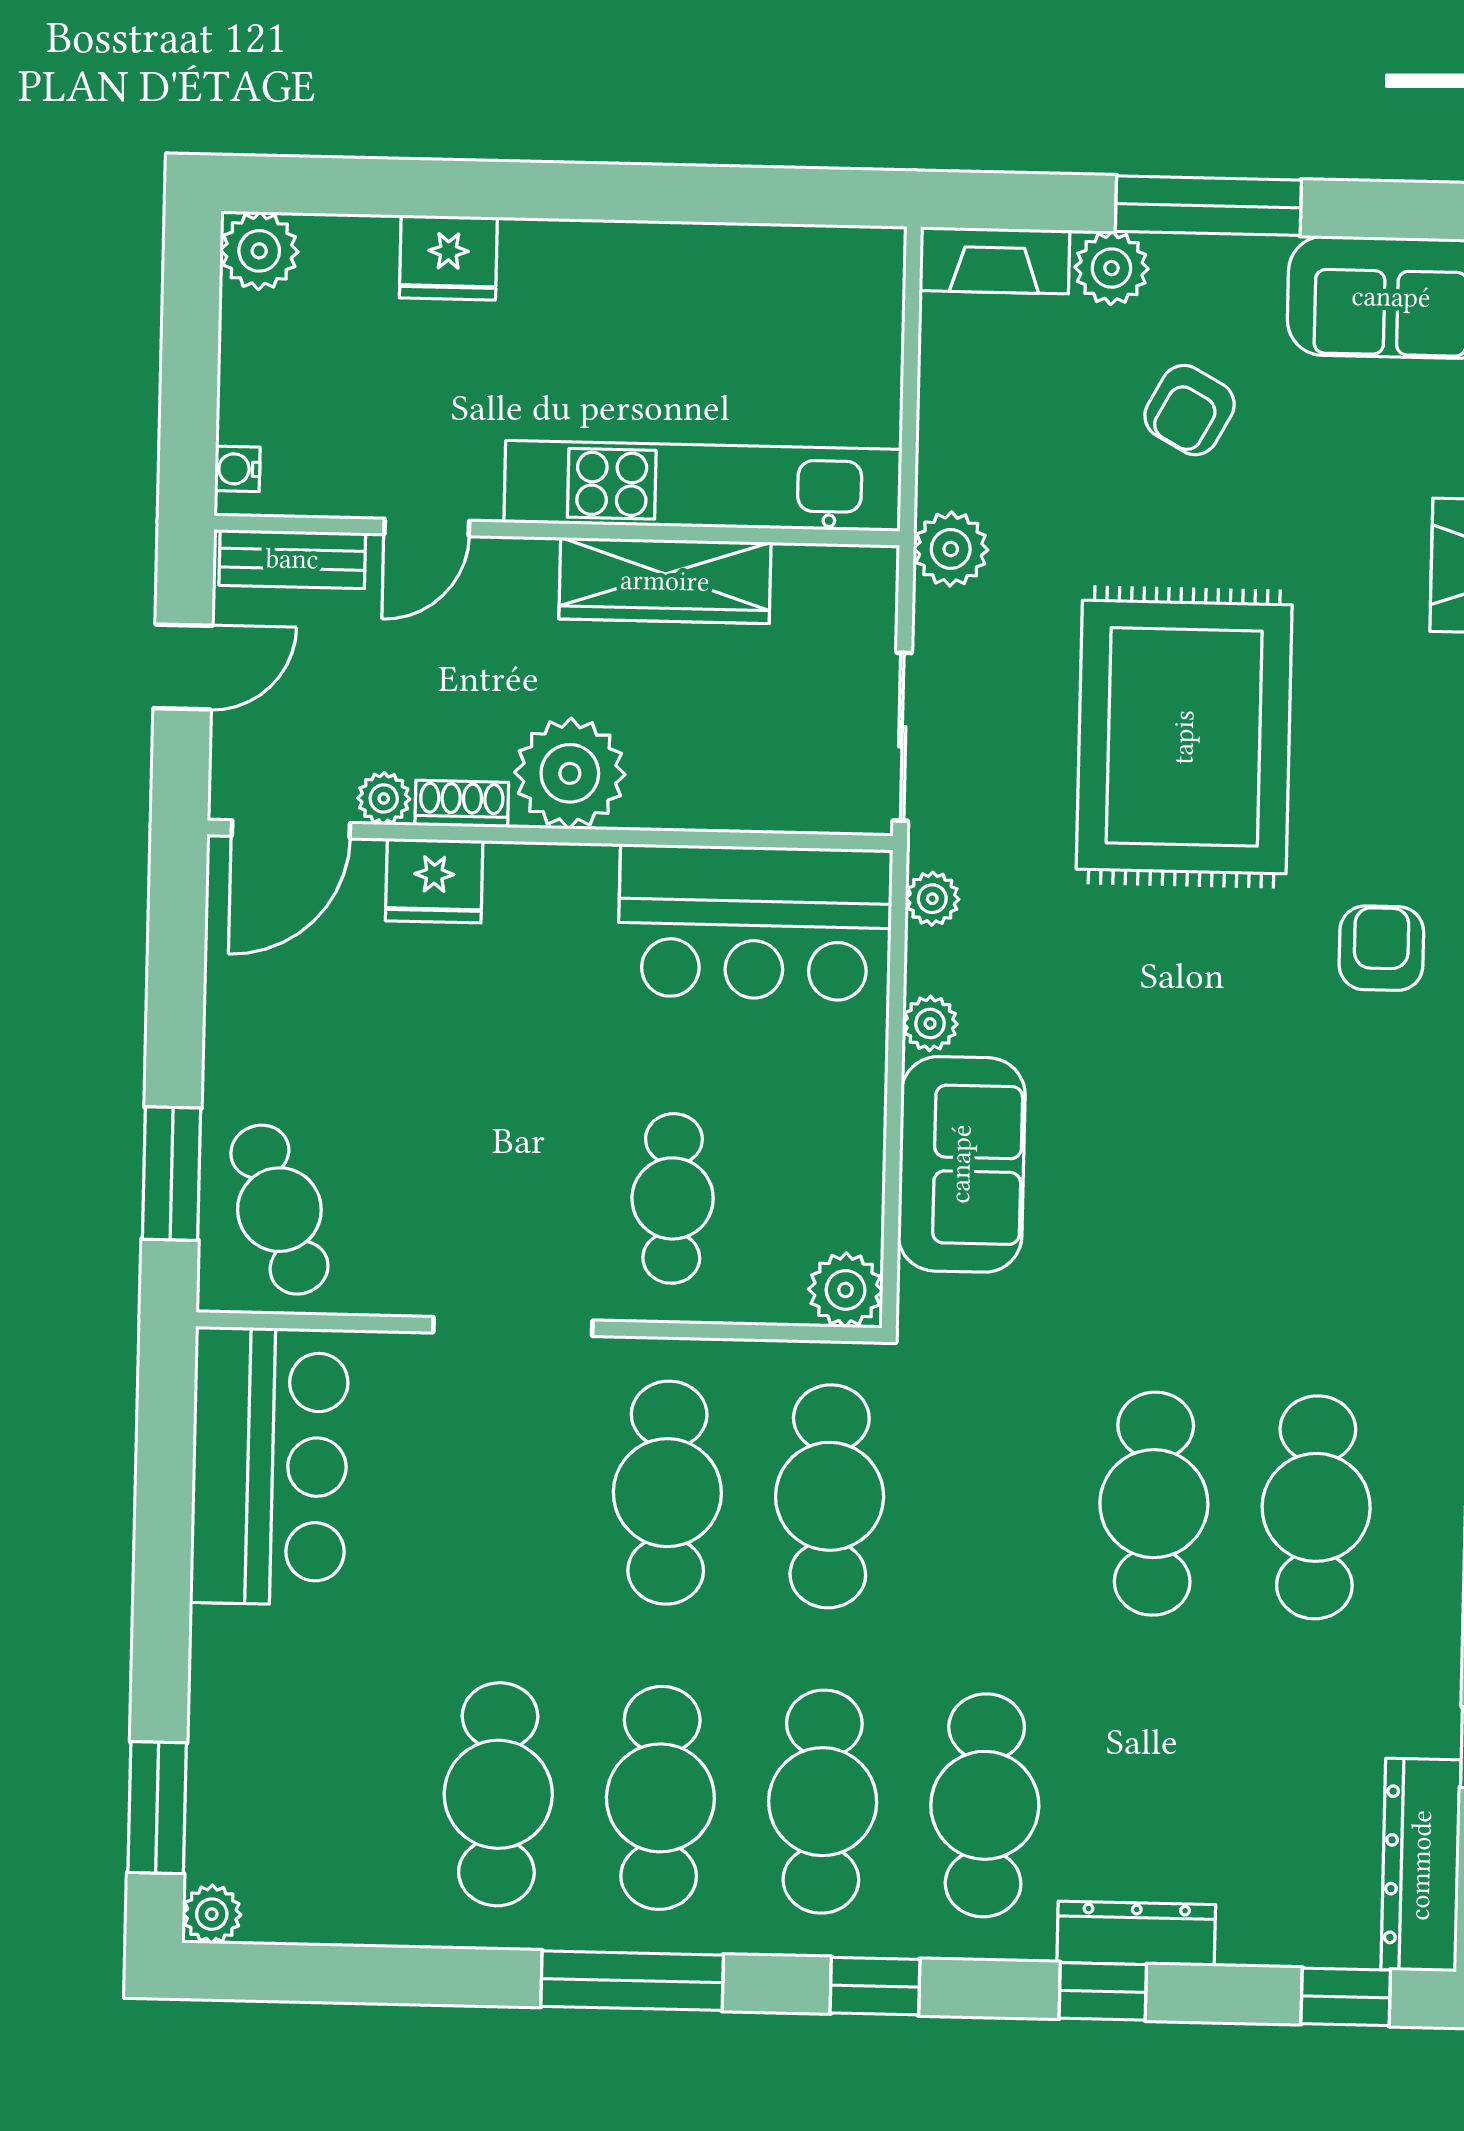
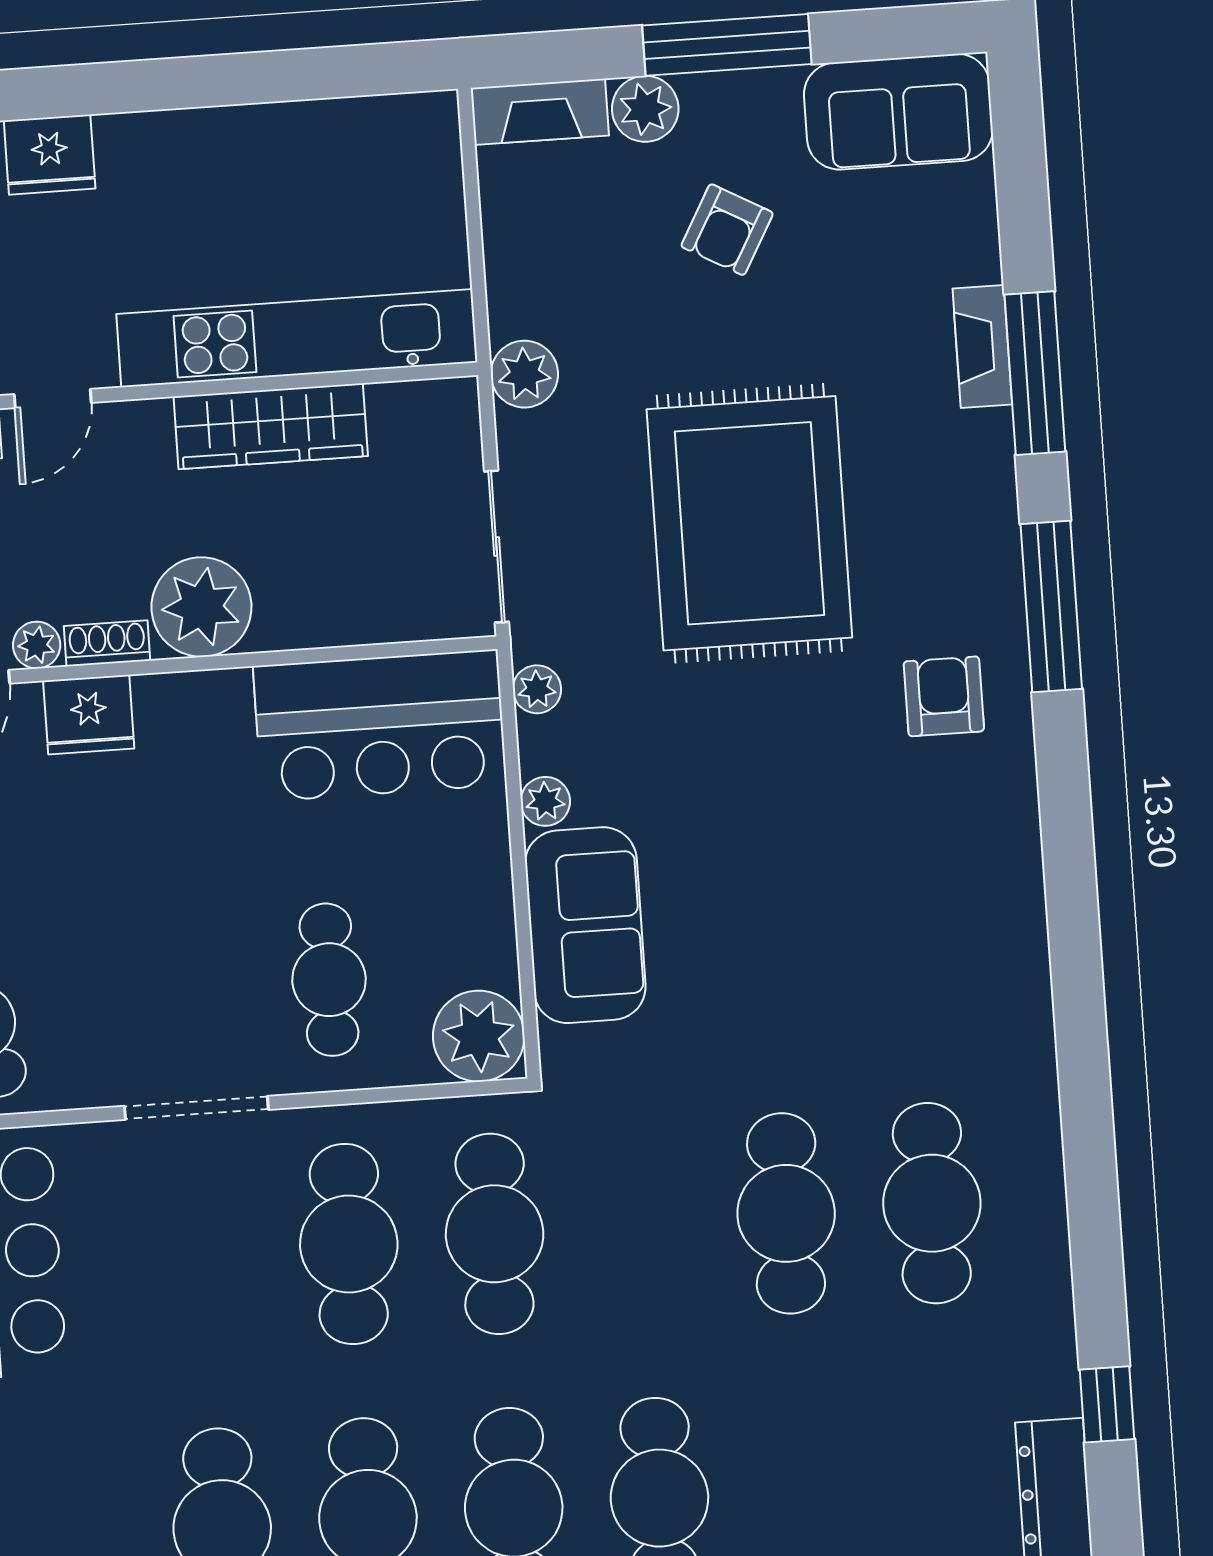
plant: (846, 1290) -> (479, 1036), width x1.36, depth x1.36

